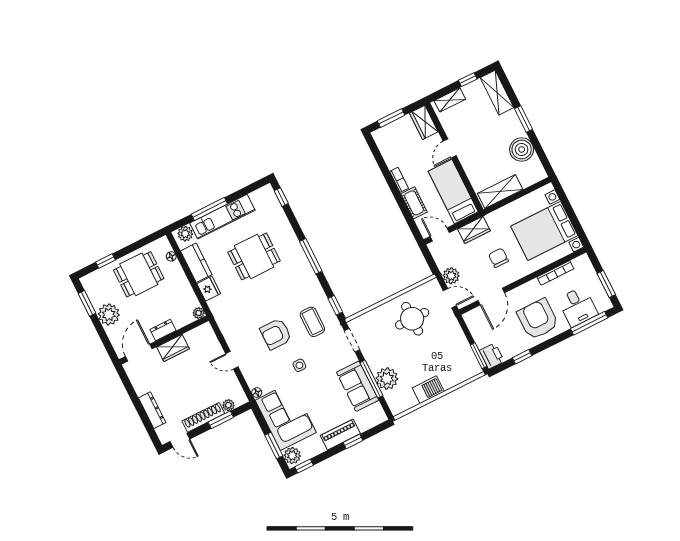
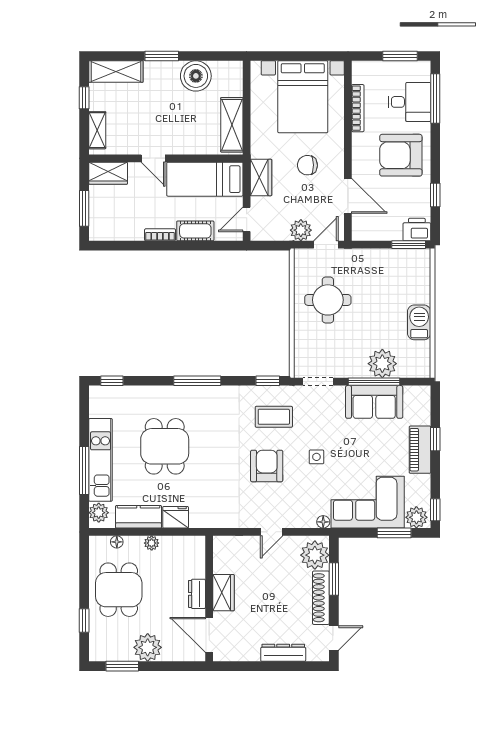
plant: (199, 313) -> (152, 543), moved
armchair: (276, 334) -> (267, 466), turned 180
plant: (228, 405) -> (315, 555), width x1.88, depth x1.88

